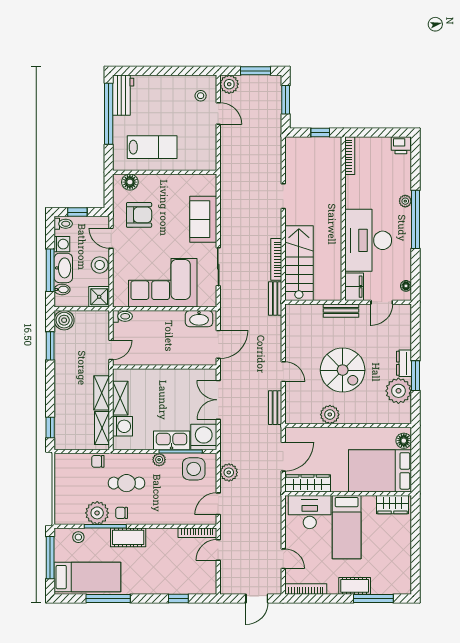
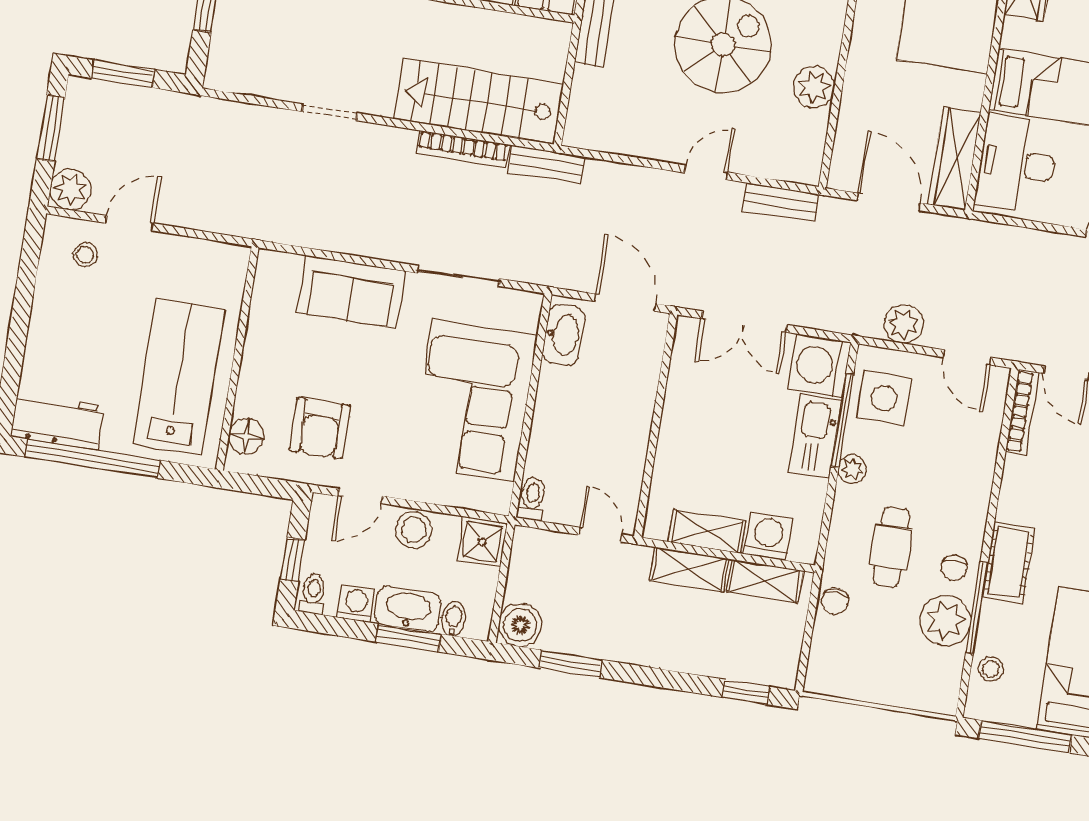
lab bench: (152, 147) -> (179, 377), width x1.36, depth x1.39
armchair: (139, 215) -> (320, 428), turned 180
window: (50, 270) -> (408, 638), width x0.69

